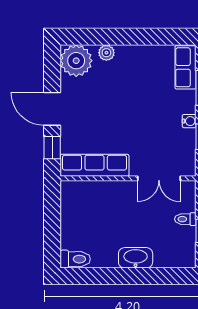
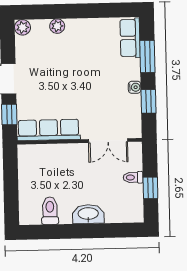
plant: (76, 61) -> (22, 27), width x0.53, depth x0.53
toilet: (75, 259) -> (50, 211), moved, turned -90

